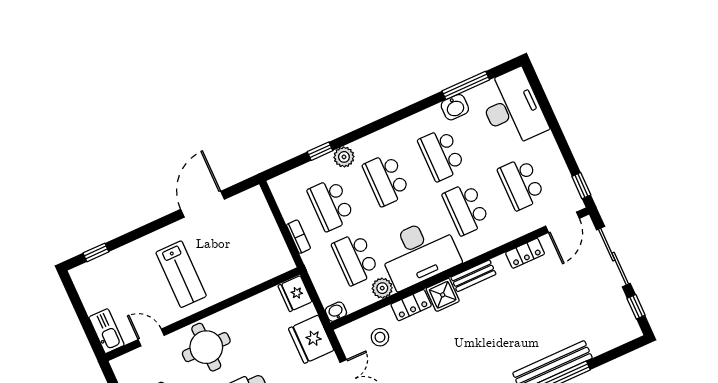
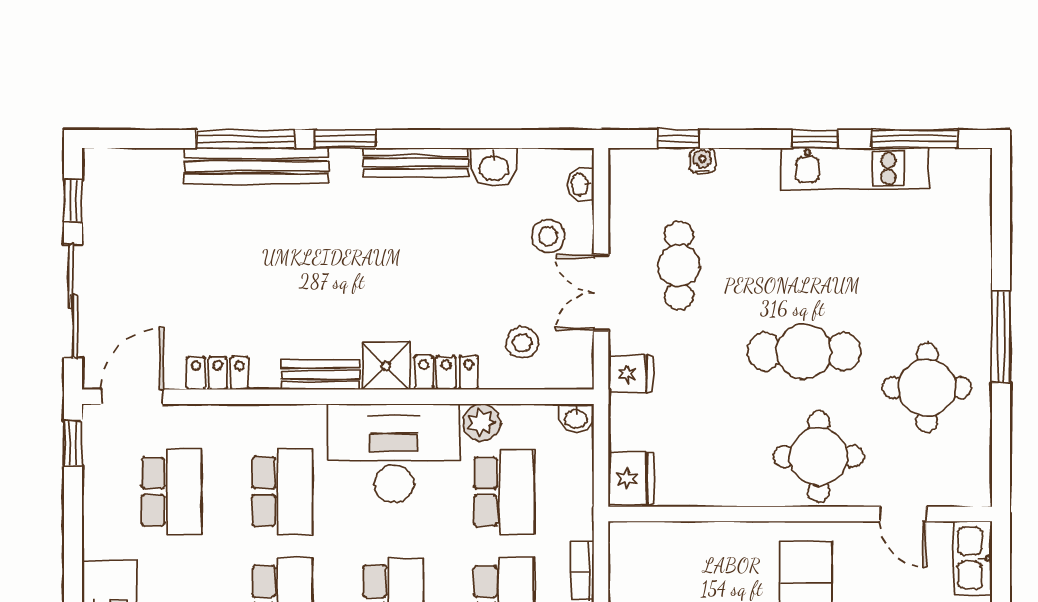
fridge: (311, 339) -> (631, 374), width x0.53, depth x0.75

